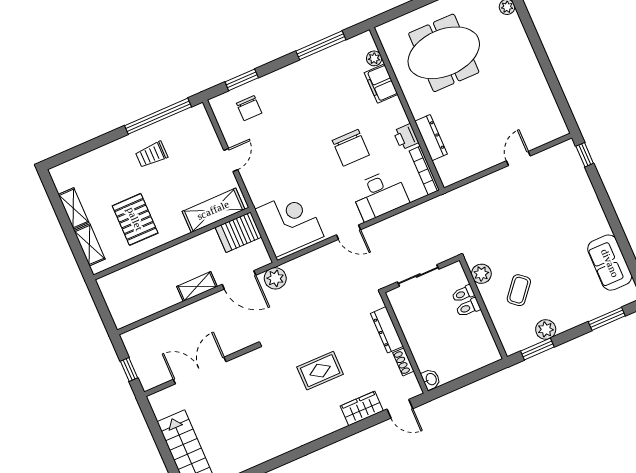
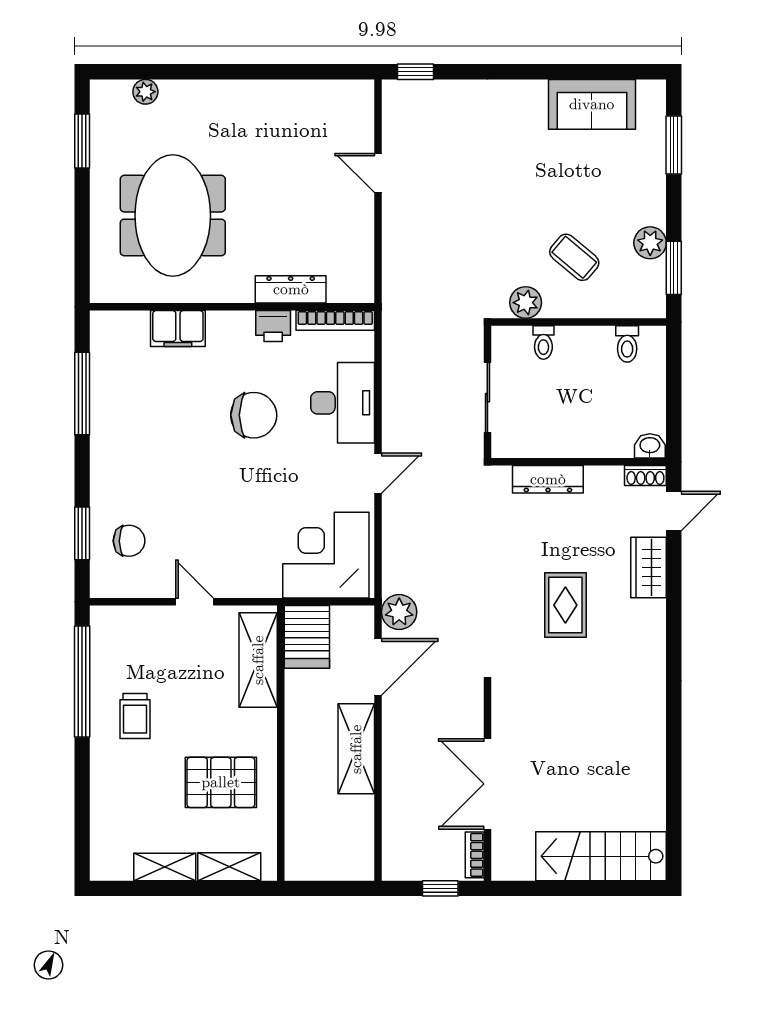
plant: (374, 58) -> (136, 323), removed
shelving: (197, 287) -> (356, 749), width x1.50, depth x1.33
toilet: (468, 308) -> (627, 344), moved
shoe rack: (403, 362) -> (645, 476), moved
bookcase: (156, 381) -> (475, 855), added

